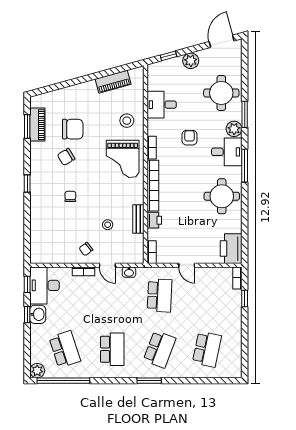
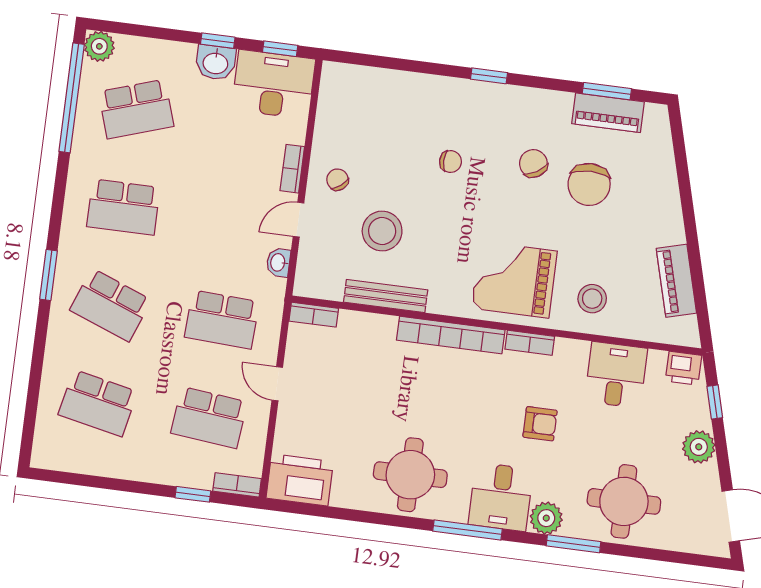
bench: (138, 219) -> (386, 296), width x1.36
printer: (154, 220) -> (683, 368), moved
stool: (108, 225) -> (382, 231), width x1.89, depth x1.89
door: (187, 265) -> (277, 384), hinge flipped
school desk: (207, 295) -> (209, 418), added

